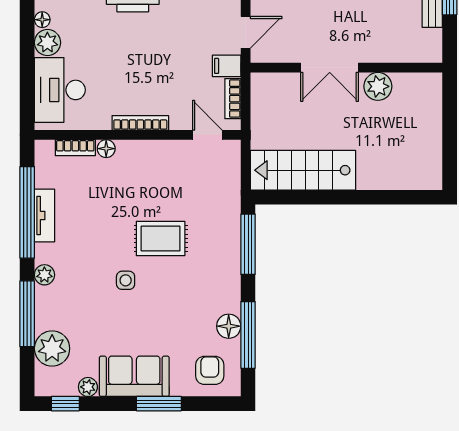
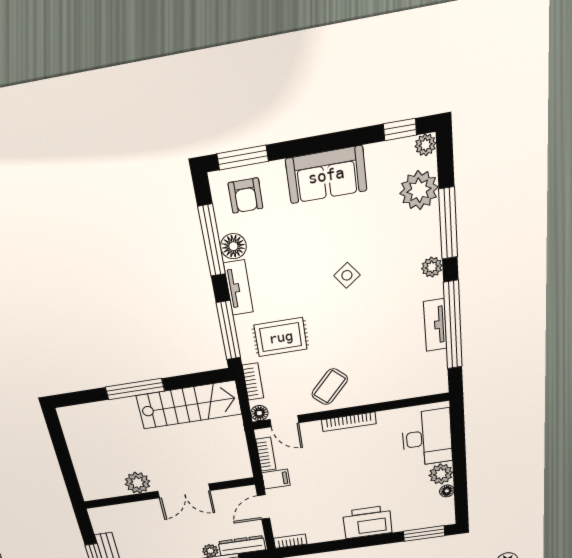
double door: (330, 68) -> (184, 491), swing flipped
bookcase: (75, 148) -> (253, 382), moved, turned 90
floor lamp: (106, 149) -> (259, 413), moved
coffee table: (156, 166) -> (330, 387), added
window: (355, 197) -> (135, 389), added
rug: (161, 239) -> (281, 337), moved
side table: (126, 280) -> (347, 275), turned -37
tv unit: (231, 286) -> (239, 288), added
plant: (88, 387) -> (425, 145), moved
window: (159, 404) -> (243, 158), moved

